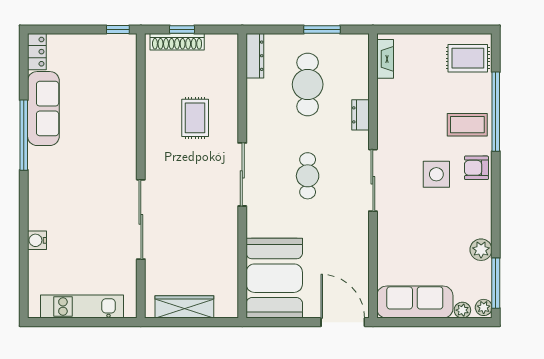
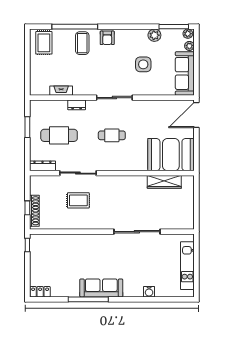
fireplace: (385, 59) -> (61, 91), moved
sofa: (43, 109) -> (101, 288), moved
sliding door: (242, 174) -> (78, 173), moved
side table: (436, 174) -> (143, 64), moved
wardrobe: (184, 307) -> (164, 182), moved, turned -90

